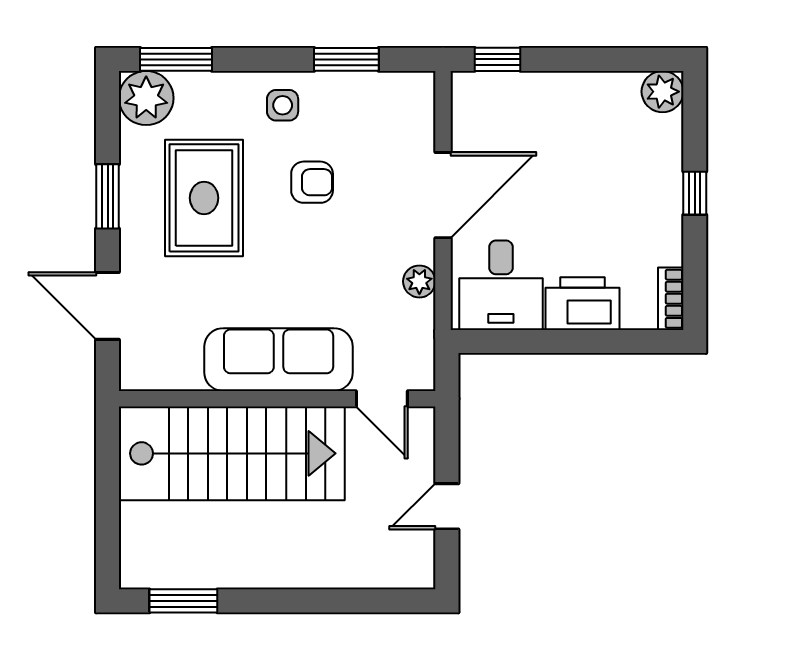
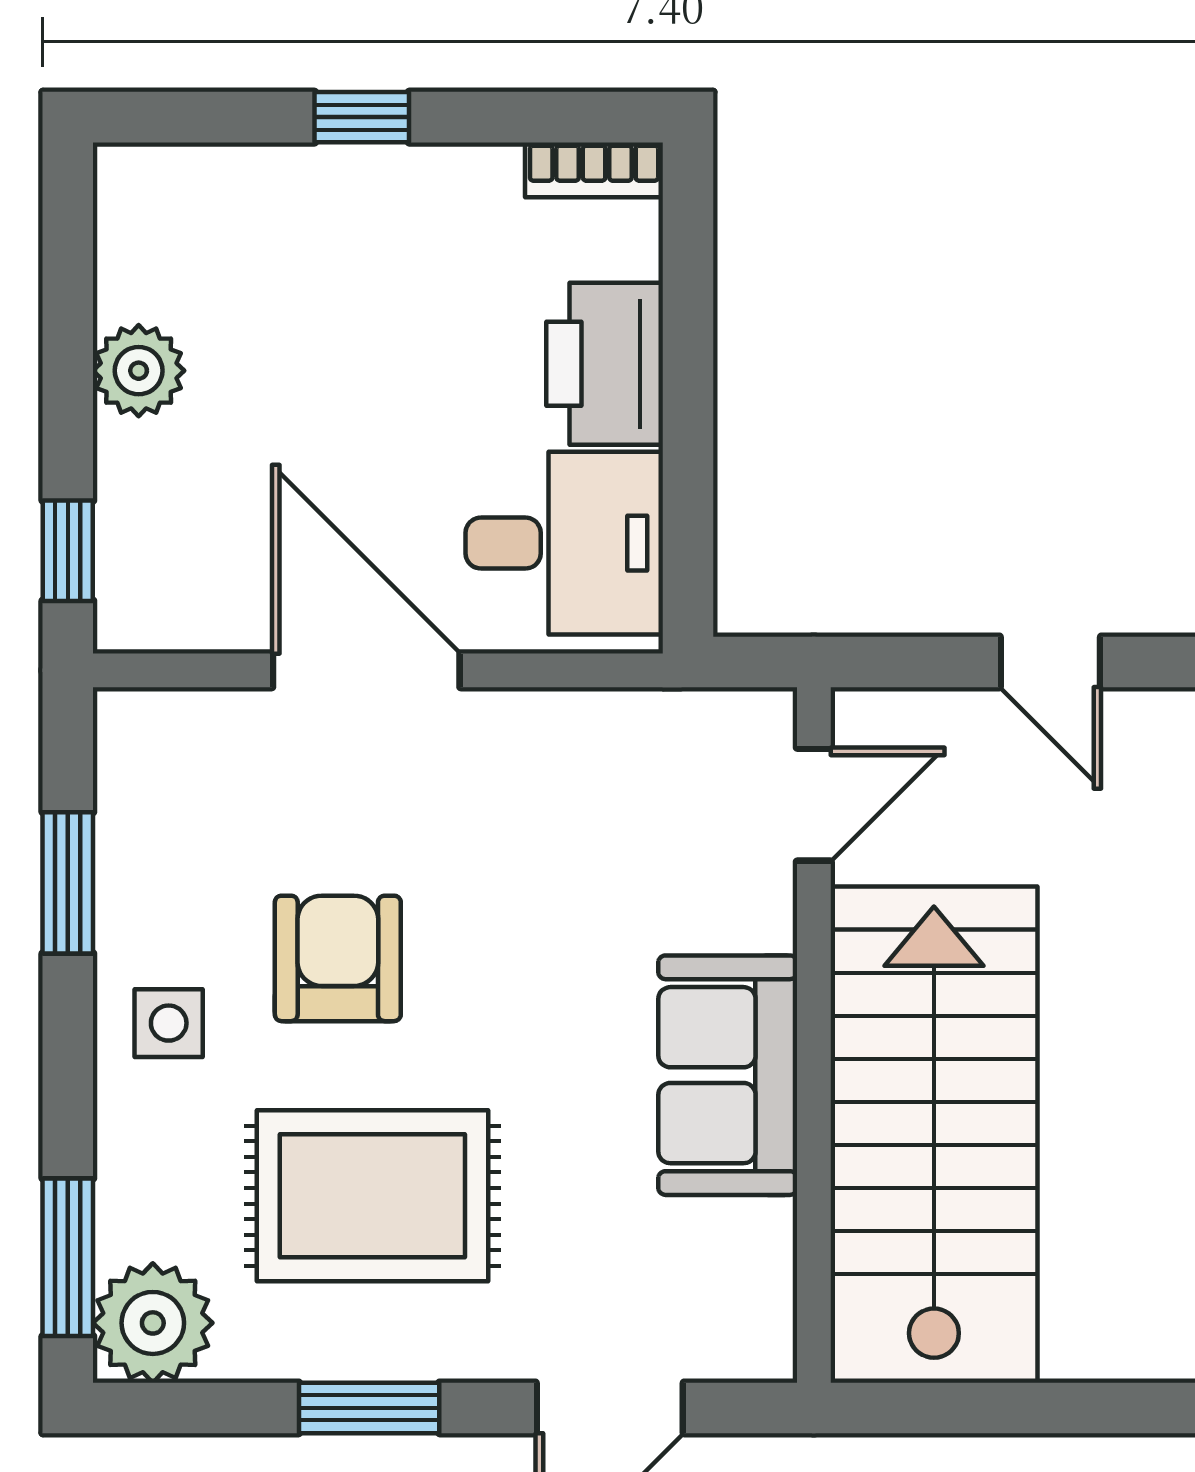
plant: (663, 92) -> (139, 371), moved
armchair: (312, 182) -> (338, 958), width x1.38, depth x1.38
plant: (419, 281) -> (556, 722), removed
sofa: (279, 360) -> (728, 1075), width x0.73

